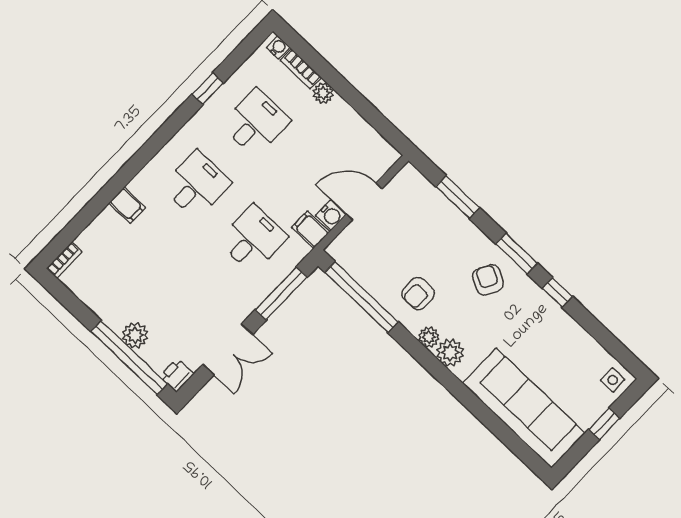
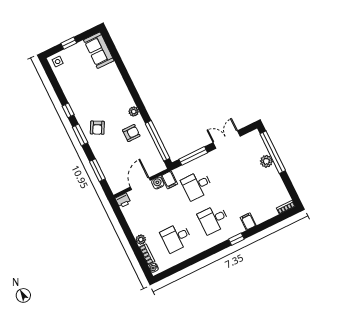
window: (208, 89) -> (236, 239), moved
door: (364, 201) -> (140, 184), swing flipped
plant: (450, 353) -> (127, 101), removed
printer: (177, 375) -> (123, 200), moved
sofa: (524, 408) -> (99, 50), width x0.54, depth x0.79

